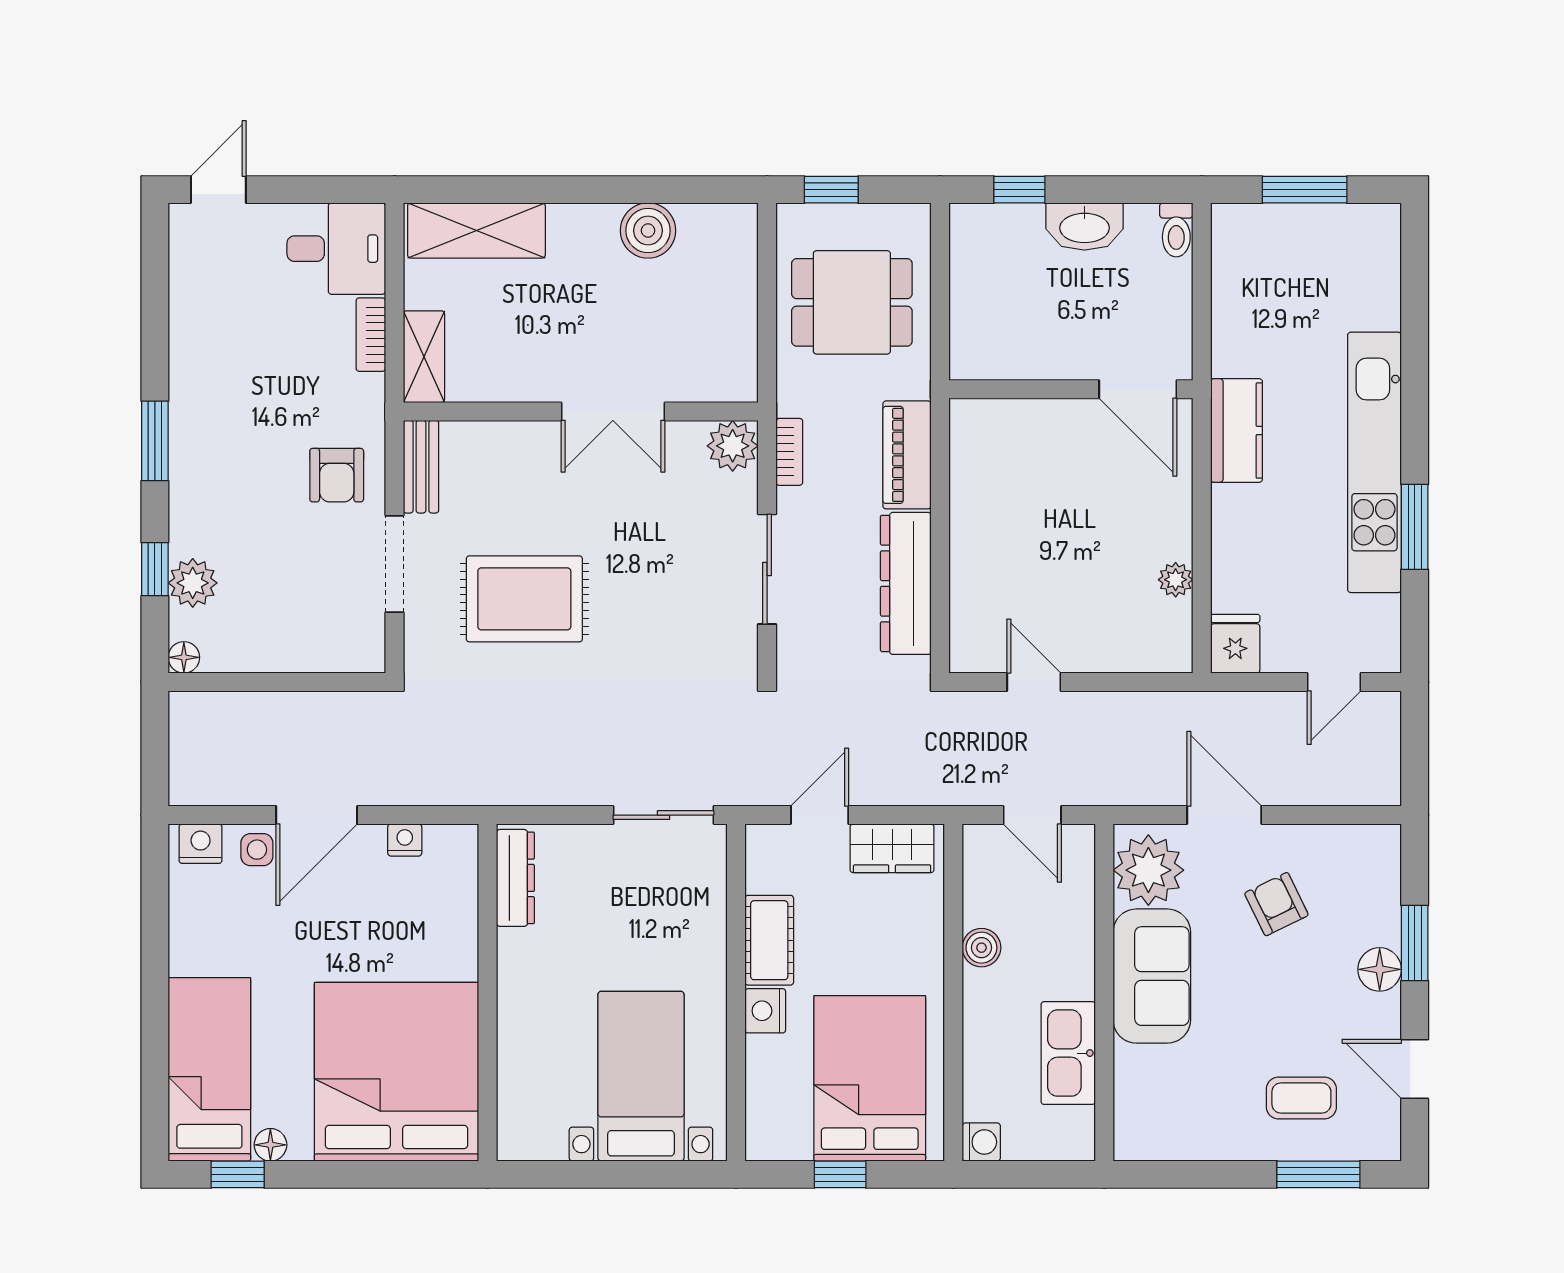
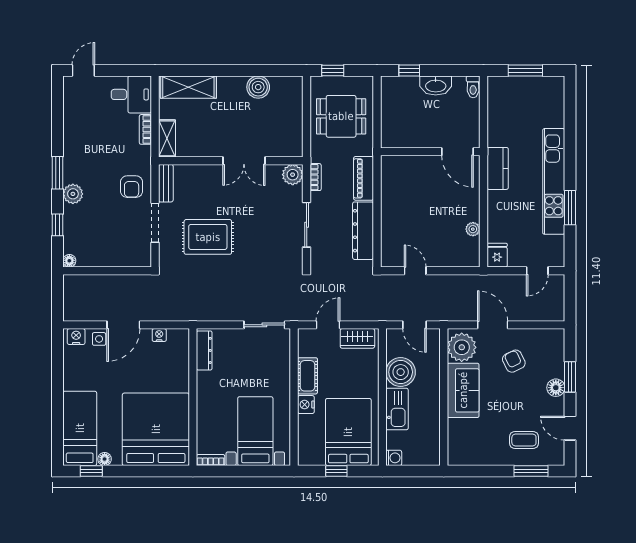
plant: (193, 583) -> (73, 194), moved
boiler: (981, 948) -> (401, 372), width x1.86, depth x1.86
kitchen sink: (1068, 1053) -> (397, 409), moved, turned 180
bookcase: (531, 1147) -> (211, 460), added

